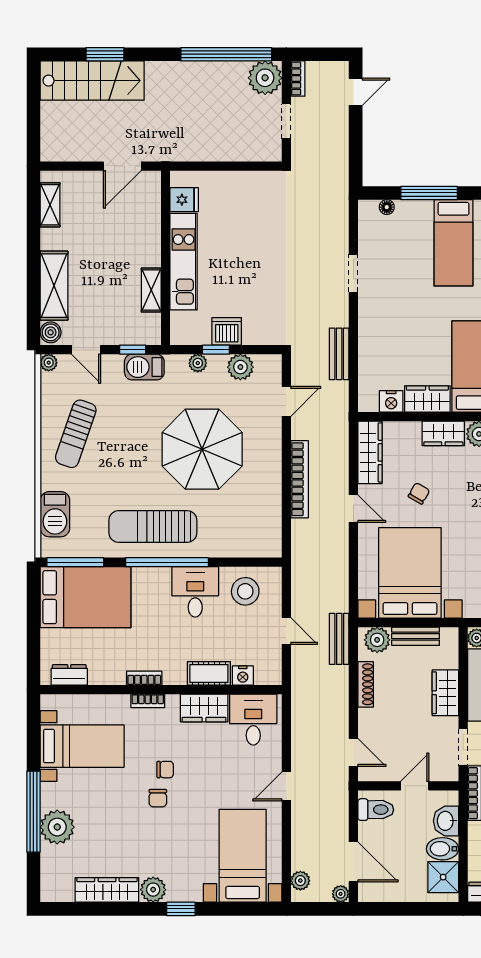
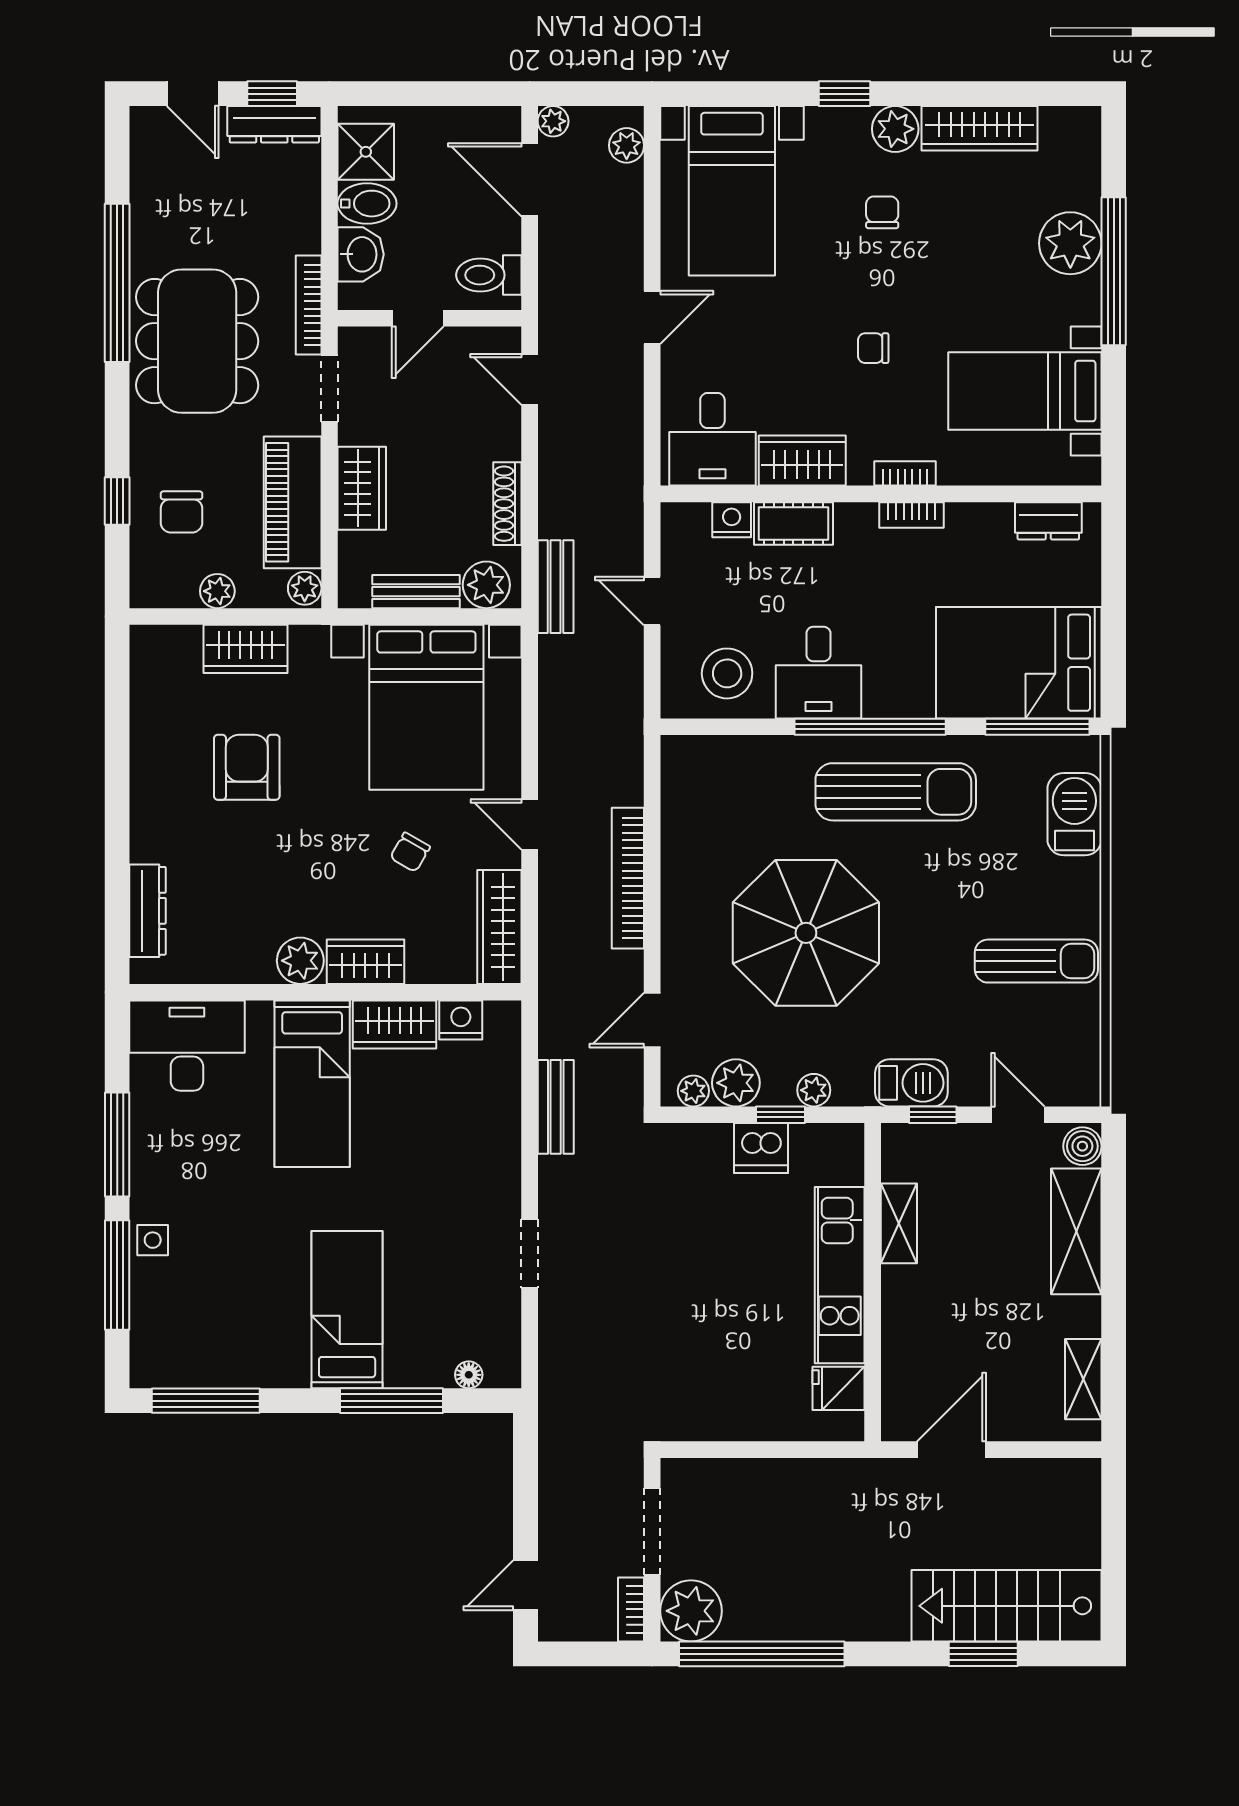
doorway: (286, 121) -> (652, 1532), width x1.38
plant: (49, 363) -> (693, 1091), moved
sun lounger: (76, 434) -> (1036, 961), turned 71
chair: (158, 798) -> (882, 212), moved

